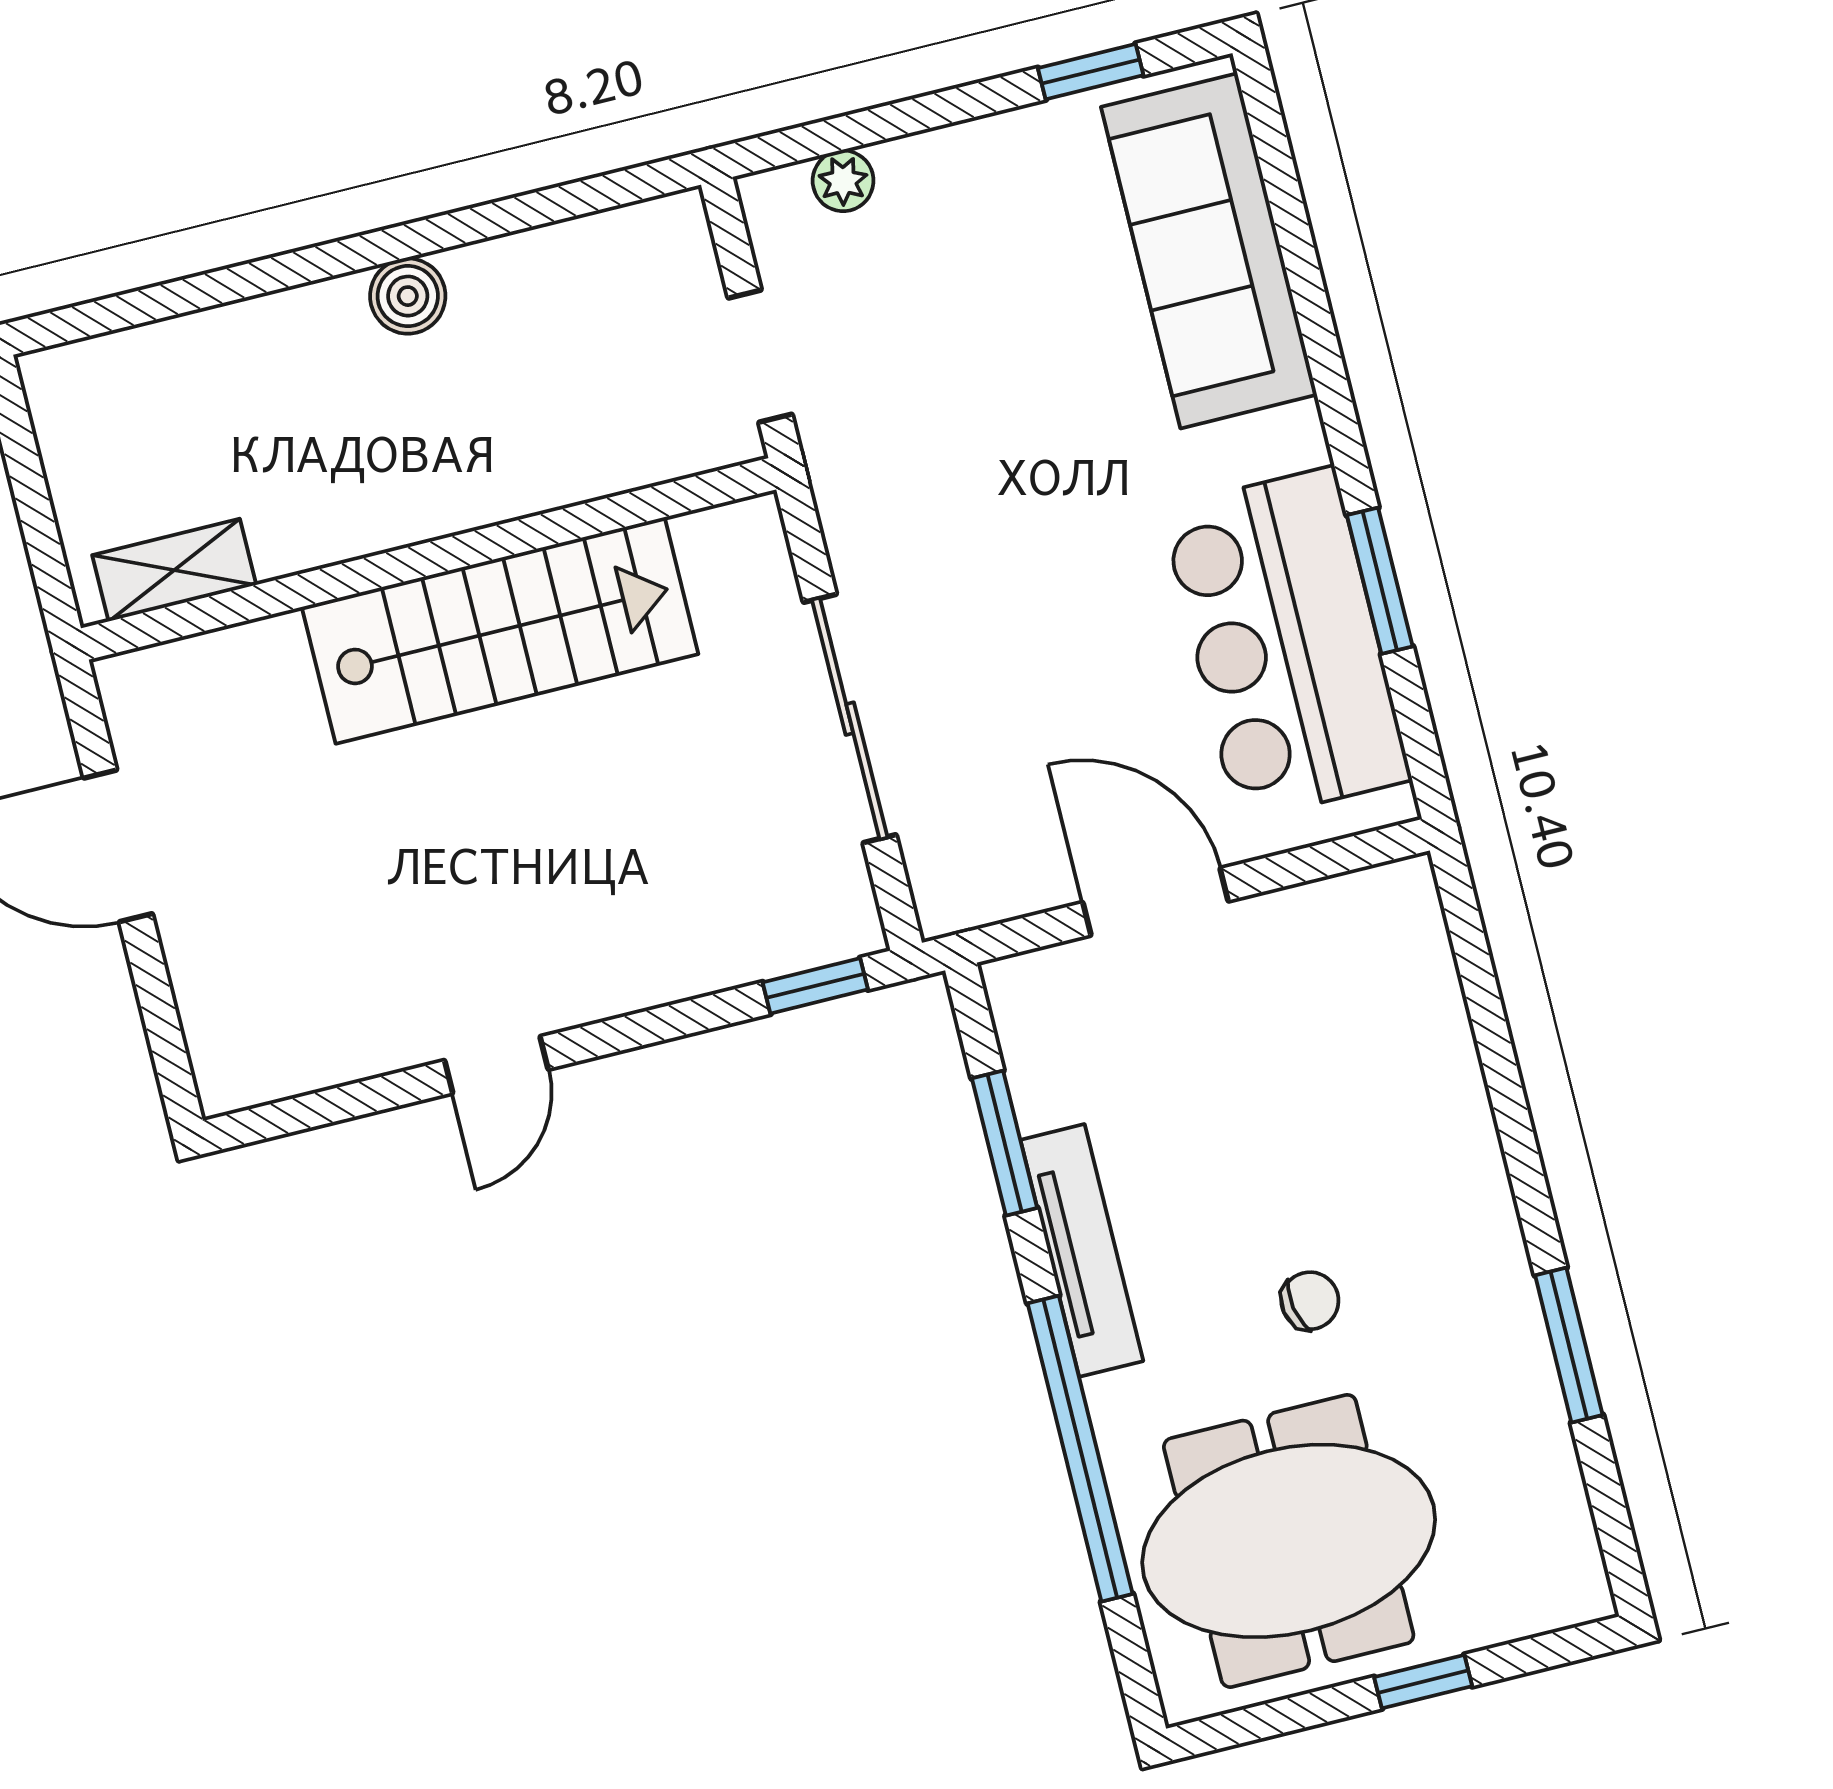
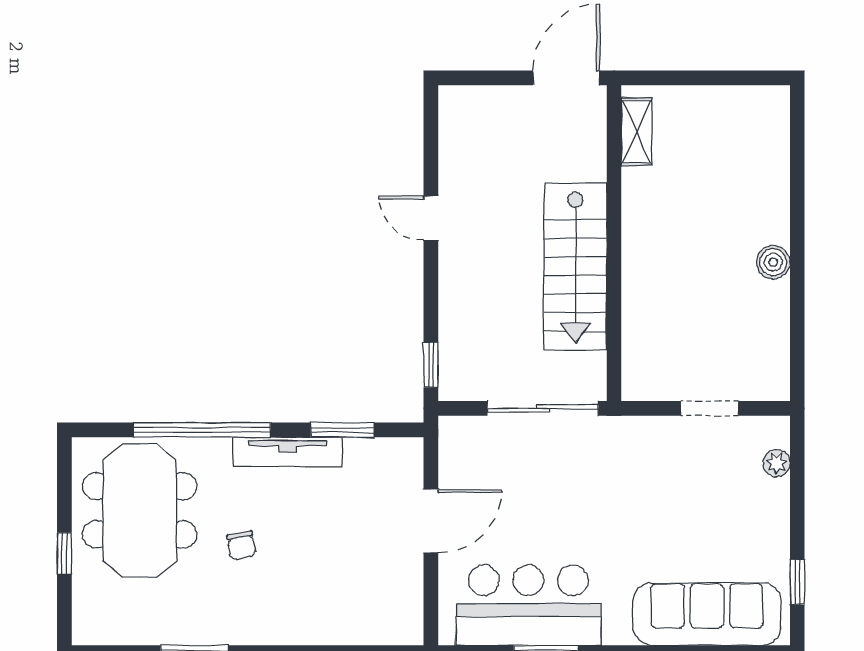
wall: (429, 559) -> (614, 243), moved
shelving: (174, 570) -> (637, 132), moved
stairs: (500, 631) -> (575, 266), moved

